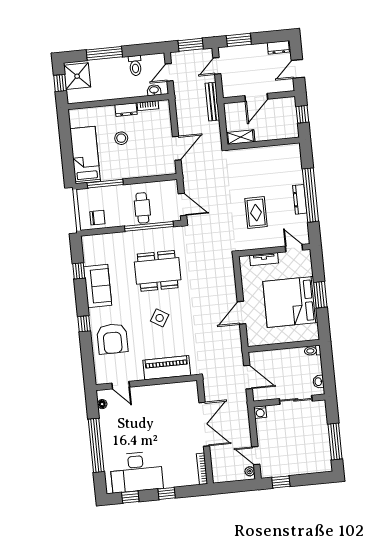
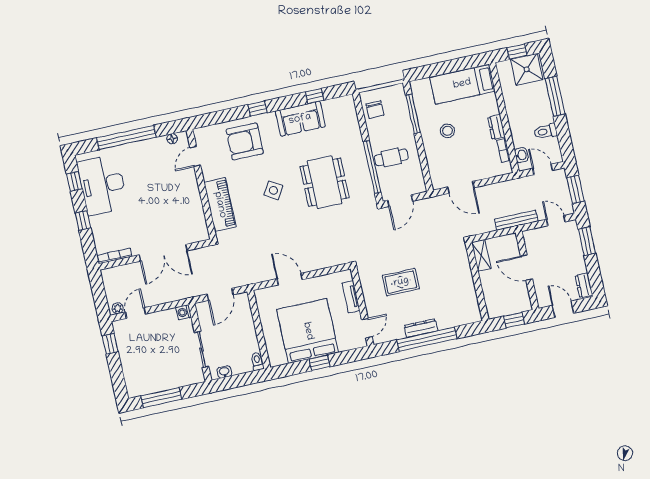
stool: (121, 138) -> (447, 131), moved
bed: (85, 155) -> (462, 84), moved, turned 180
window: (320, 295) -> (319, 363), width x0.67

